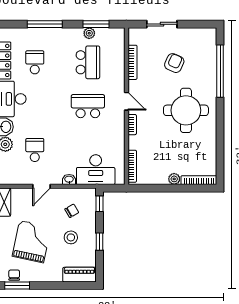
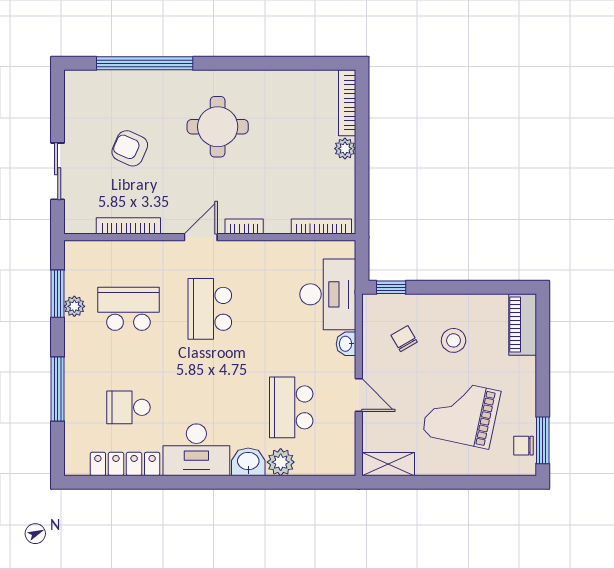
round table: (186, 110) -> (218, 127), width x0.73, depth x0.73
school desk: (35, 150) -> (291, 407), width x1.85
window: (99, 242) -> (461, 287), removed

